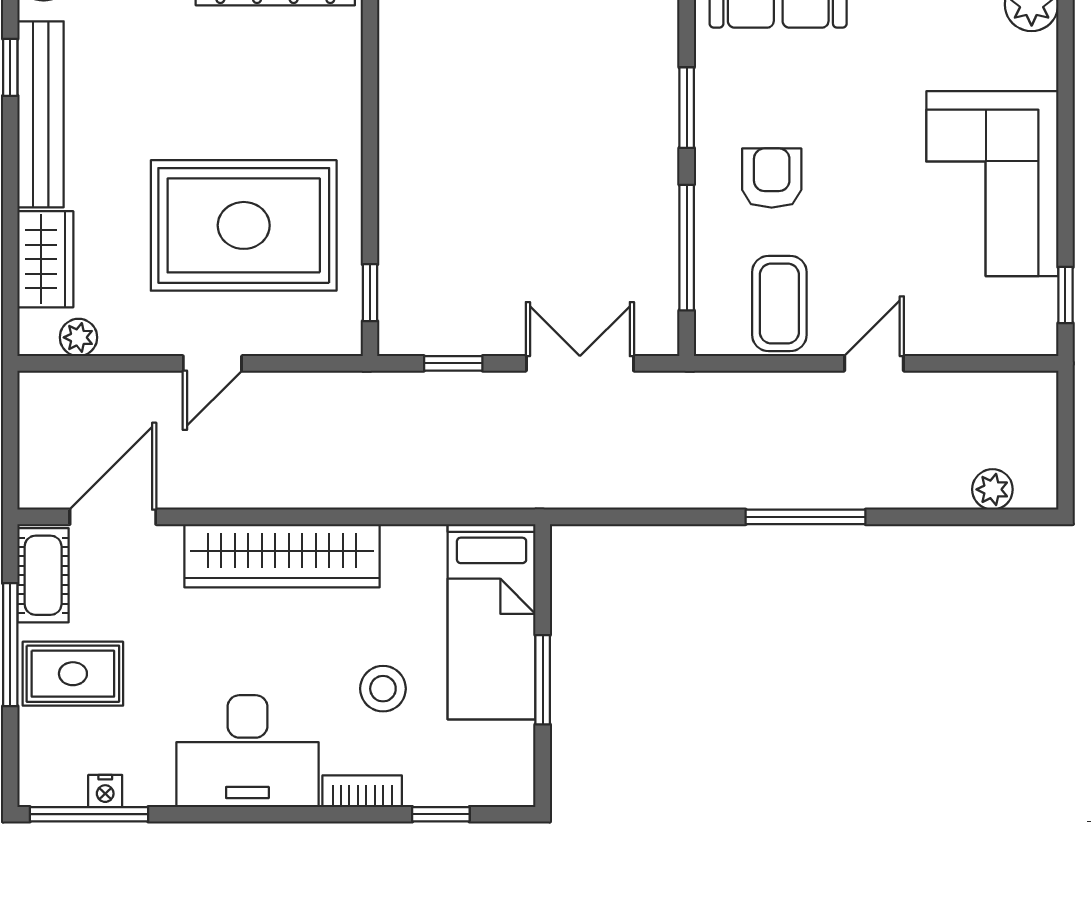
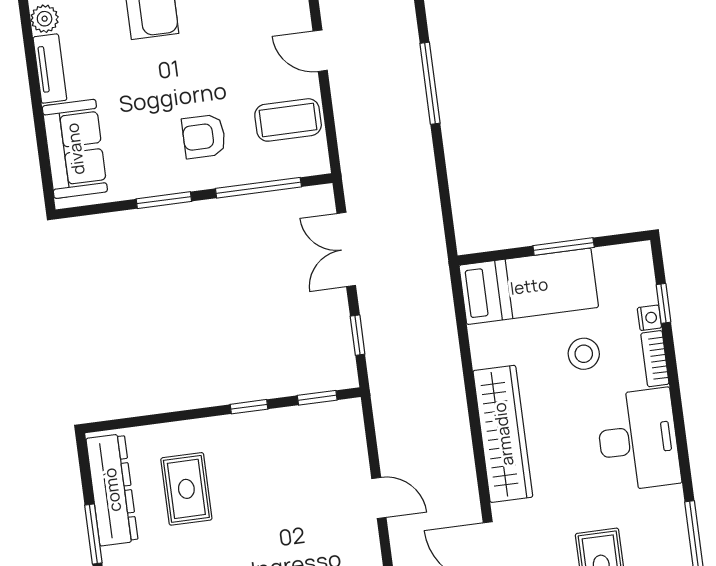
window: (370, 192) -> (249, 407), added
rug: (244, 225) -> (186, 489), moved, width x0.54, depth x0.49
nightstand: (105, 791) -> (649, 318), moved

